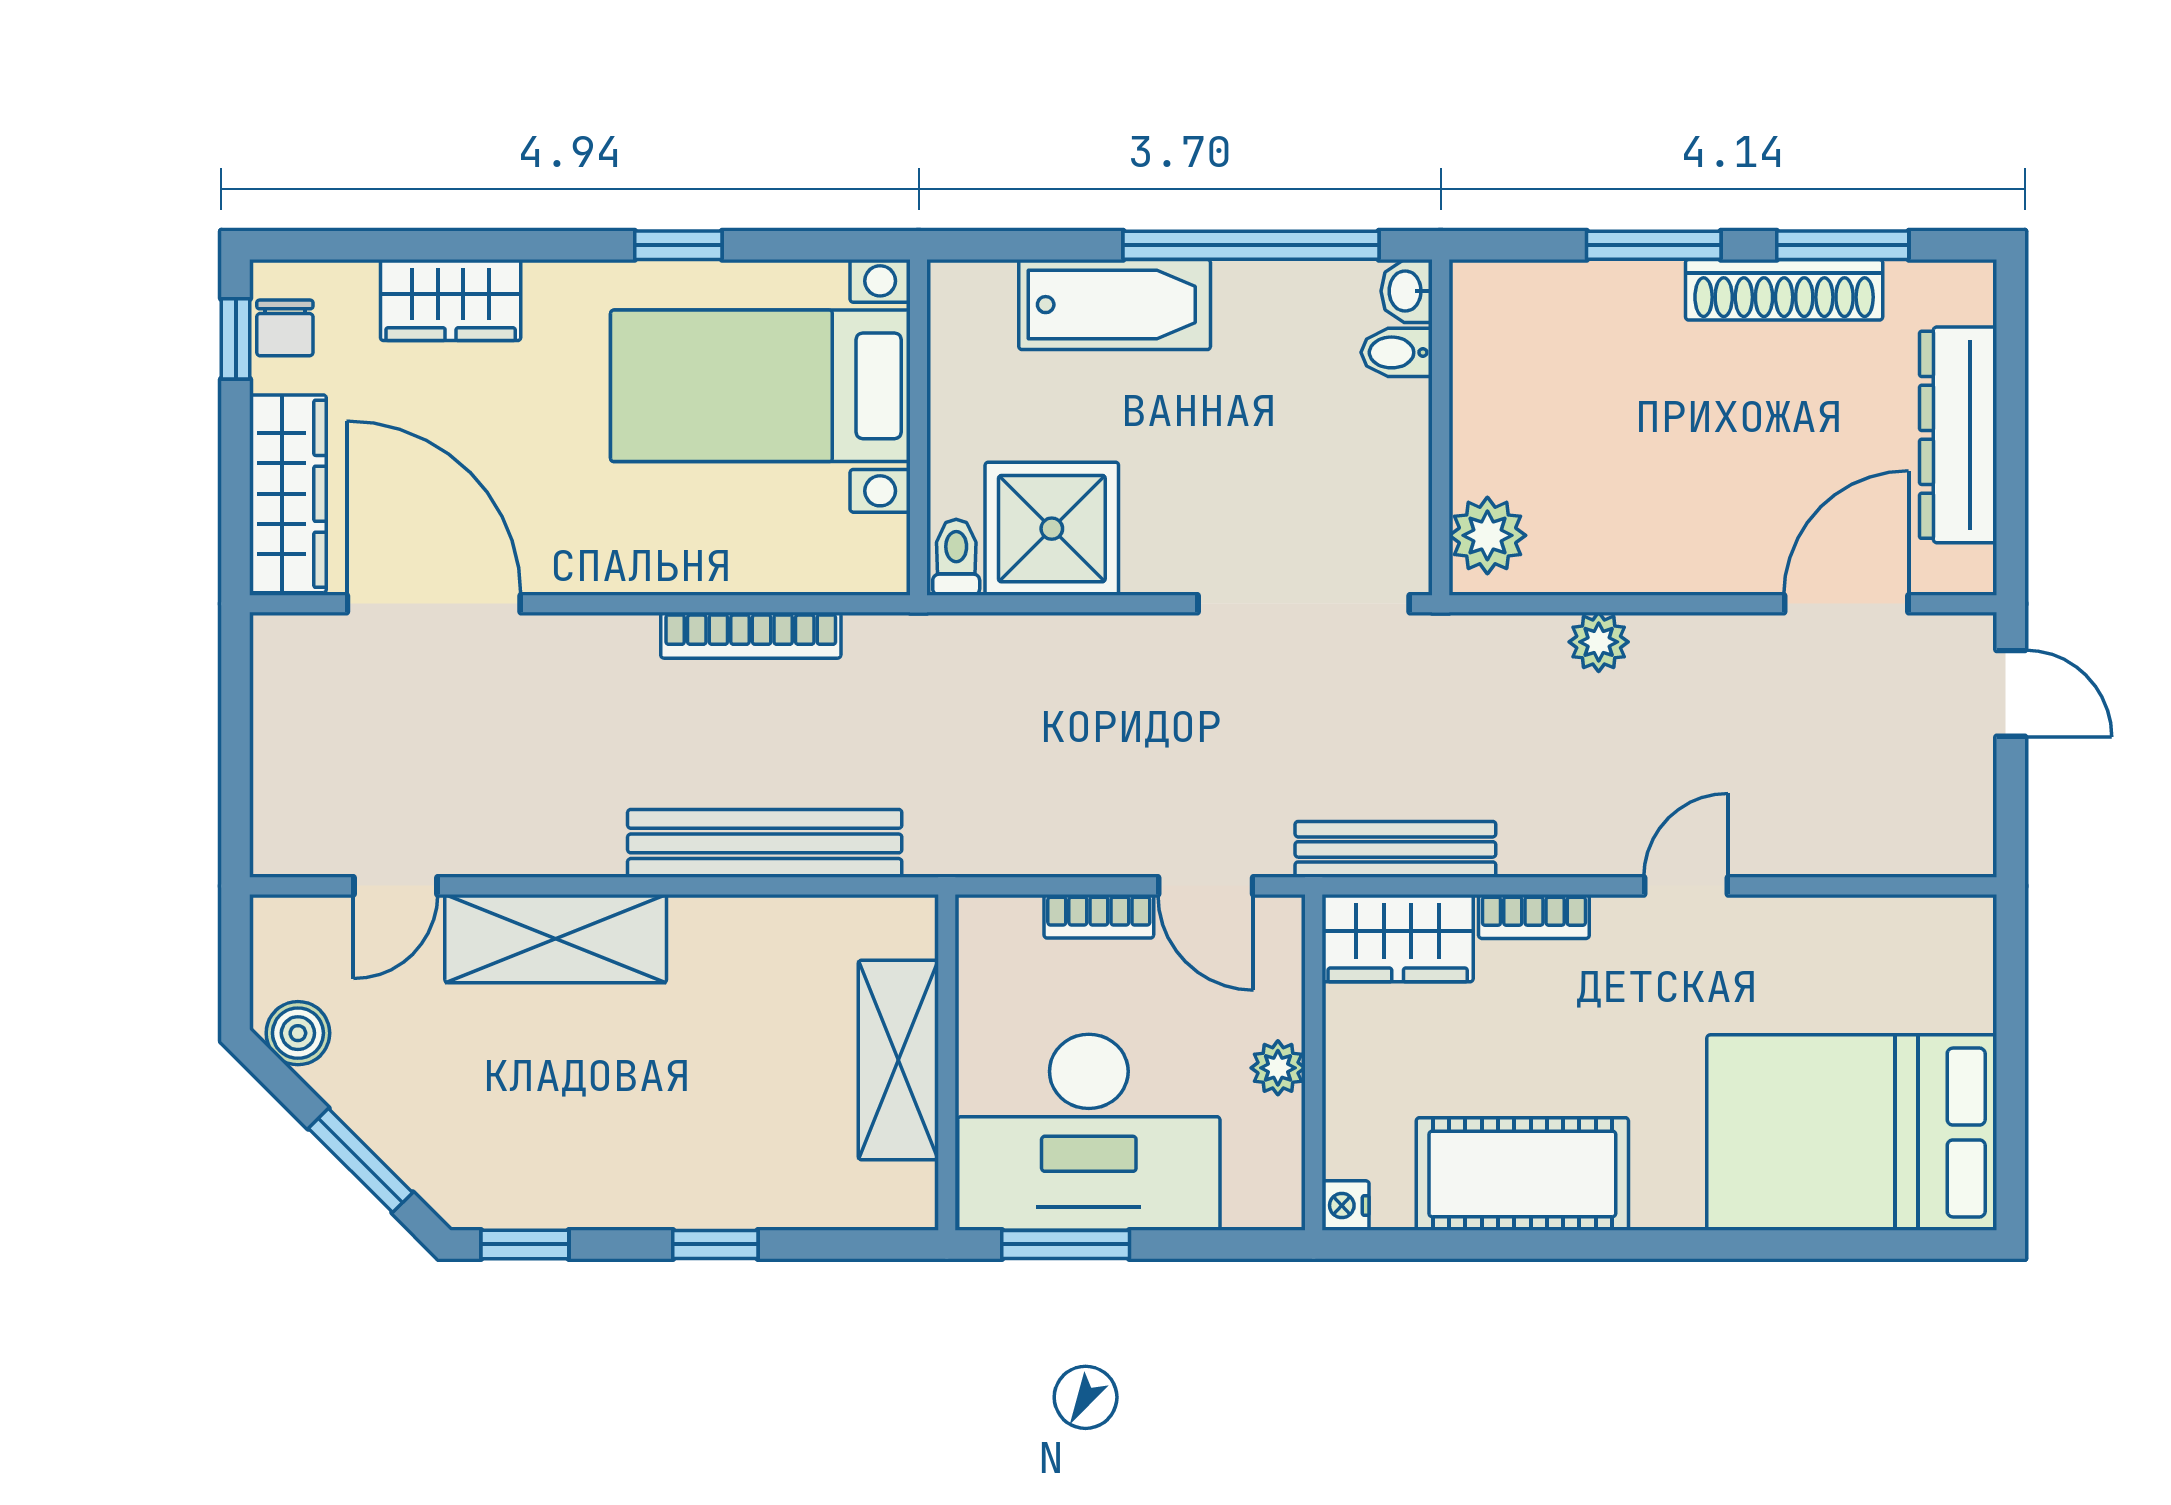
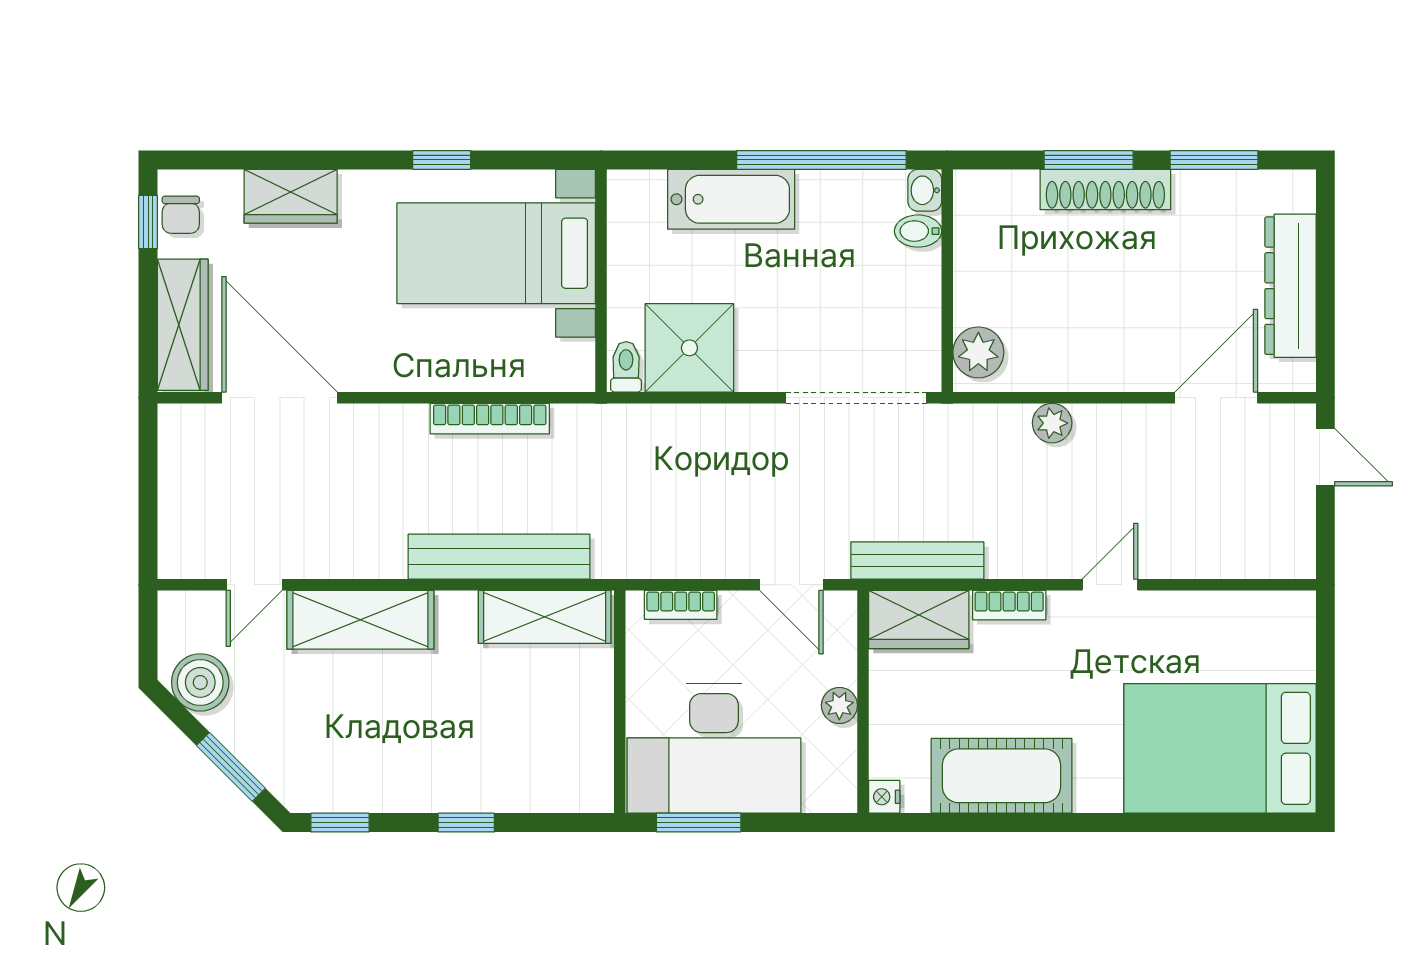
shoe rack: (1784, 290) -> (1105, 189), moved
bookcase: (1099, 916) -> (681, 605), moved
boiler: (298, 1033) -> (200, 682), width x1.36, depth x1.36
shelving: (898, 1060) -> (545, 617), moved, turned 90

